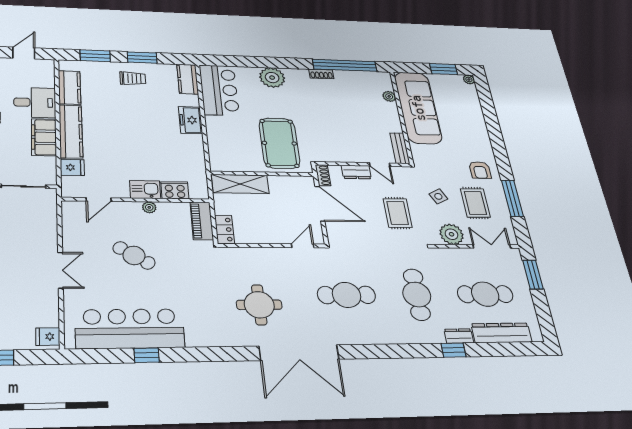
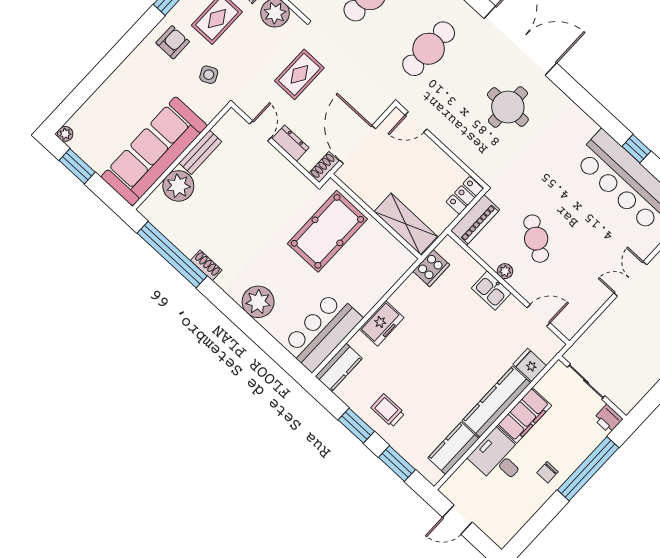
plant: (389, 96) -> (178, 186), width x1.87, depth x1.87
bench: (400, 148) -> (200, 152), moved
cooker: (175, 190) -> (431, 268), moved, turned -90
side table: (438, 196) -> (209, 75), moved
cafe table: (134, 255) -> (536, 239), moved
cafe table: (347, 295) -> (429, 49), turned 90

